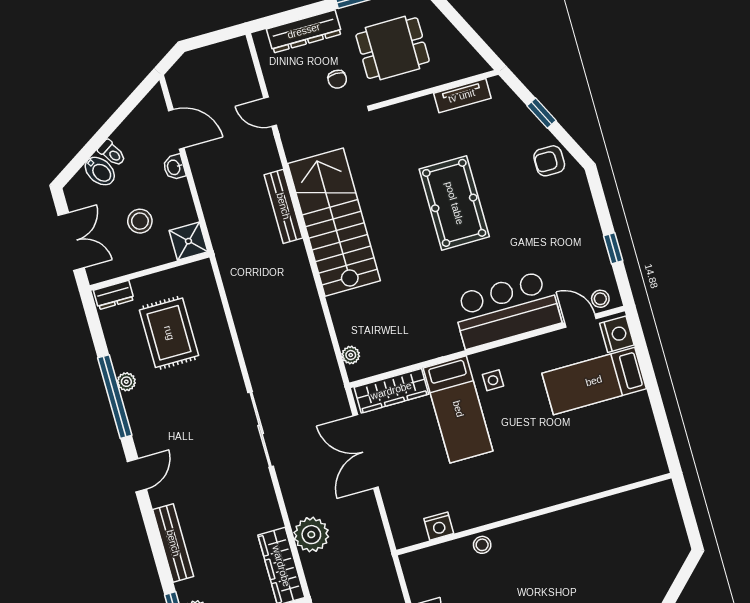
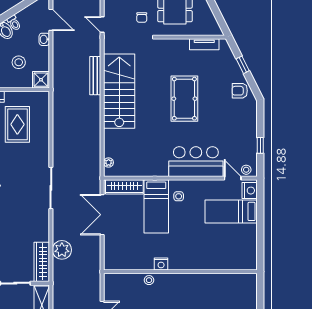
nightstand: (439, 526) -> (161, 264), moved

